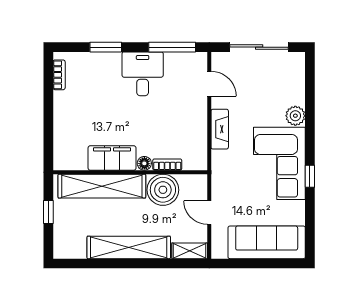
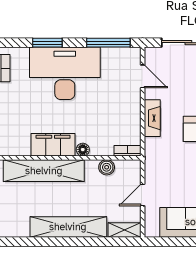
desk: (143, 74) -> (65, 73), width x1.87, depth x1.30
bookcase: (167, 165) -> (128, 151), moved
boiler: (163, 190) -> (107, 167), width x0.54, depth x0.54
door: (209, 213) -> (143, 195), hinge flipped

